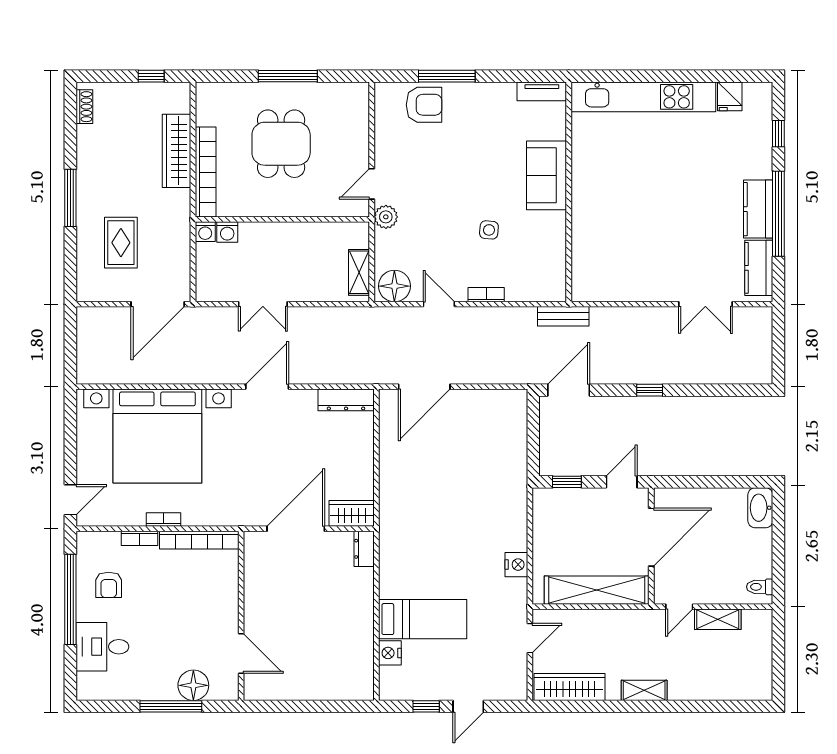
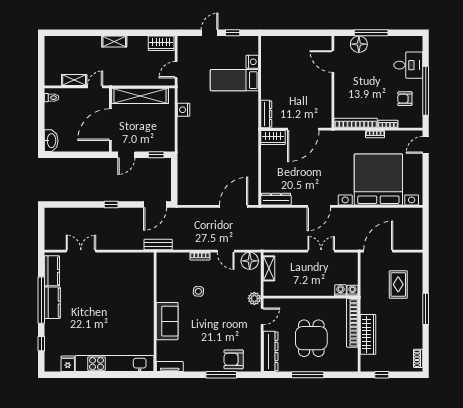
dresser: (356, 119) -> (271, 351), added
dresser: (364, 549) -> (266, 114), width x1.44
armchair: (109, 585) -> (405, 99), turned -90
wardrobe: (569, 687) -> (161, 43), width x0.67

